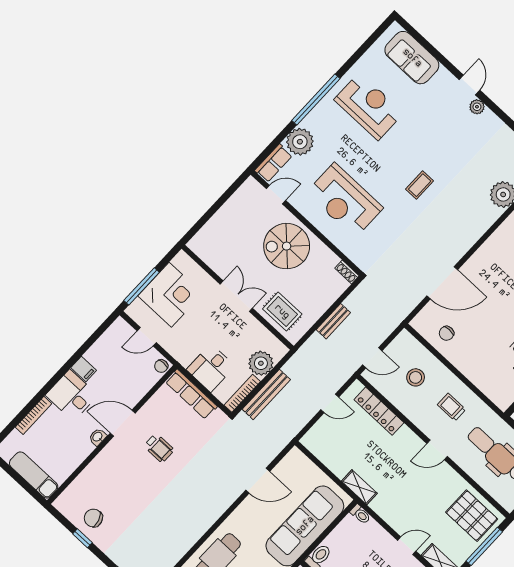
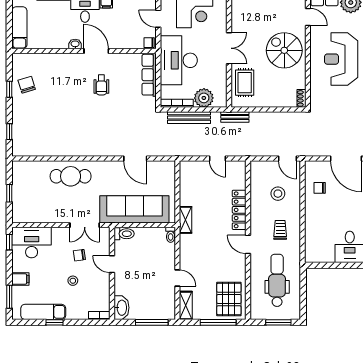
bench: (333, 321) -> (235, 117), moved
door: (372, 358) -> (288, 159), moved
desk: (211, 368) -> (179, 60), width x1.87, depth x1.30
locker: (379, 411) -> (239, 210), moved

